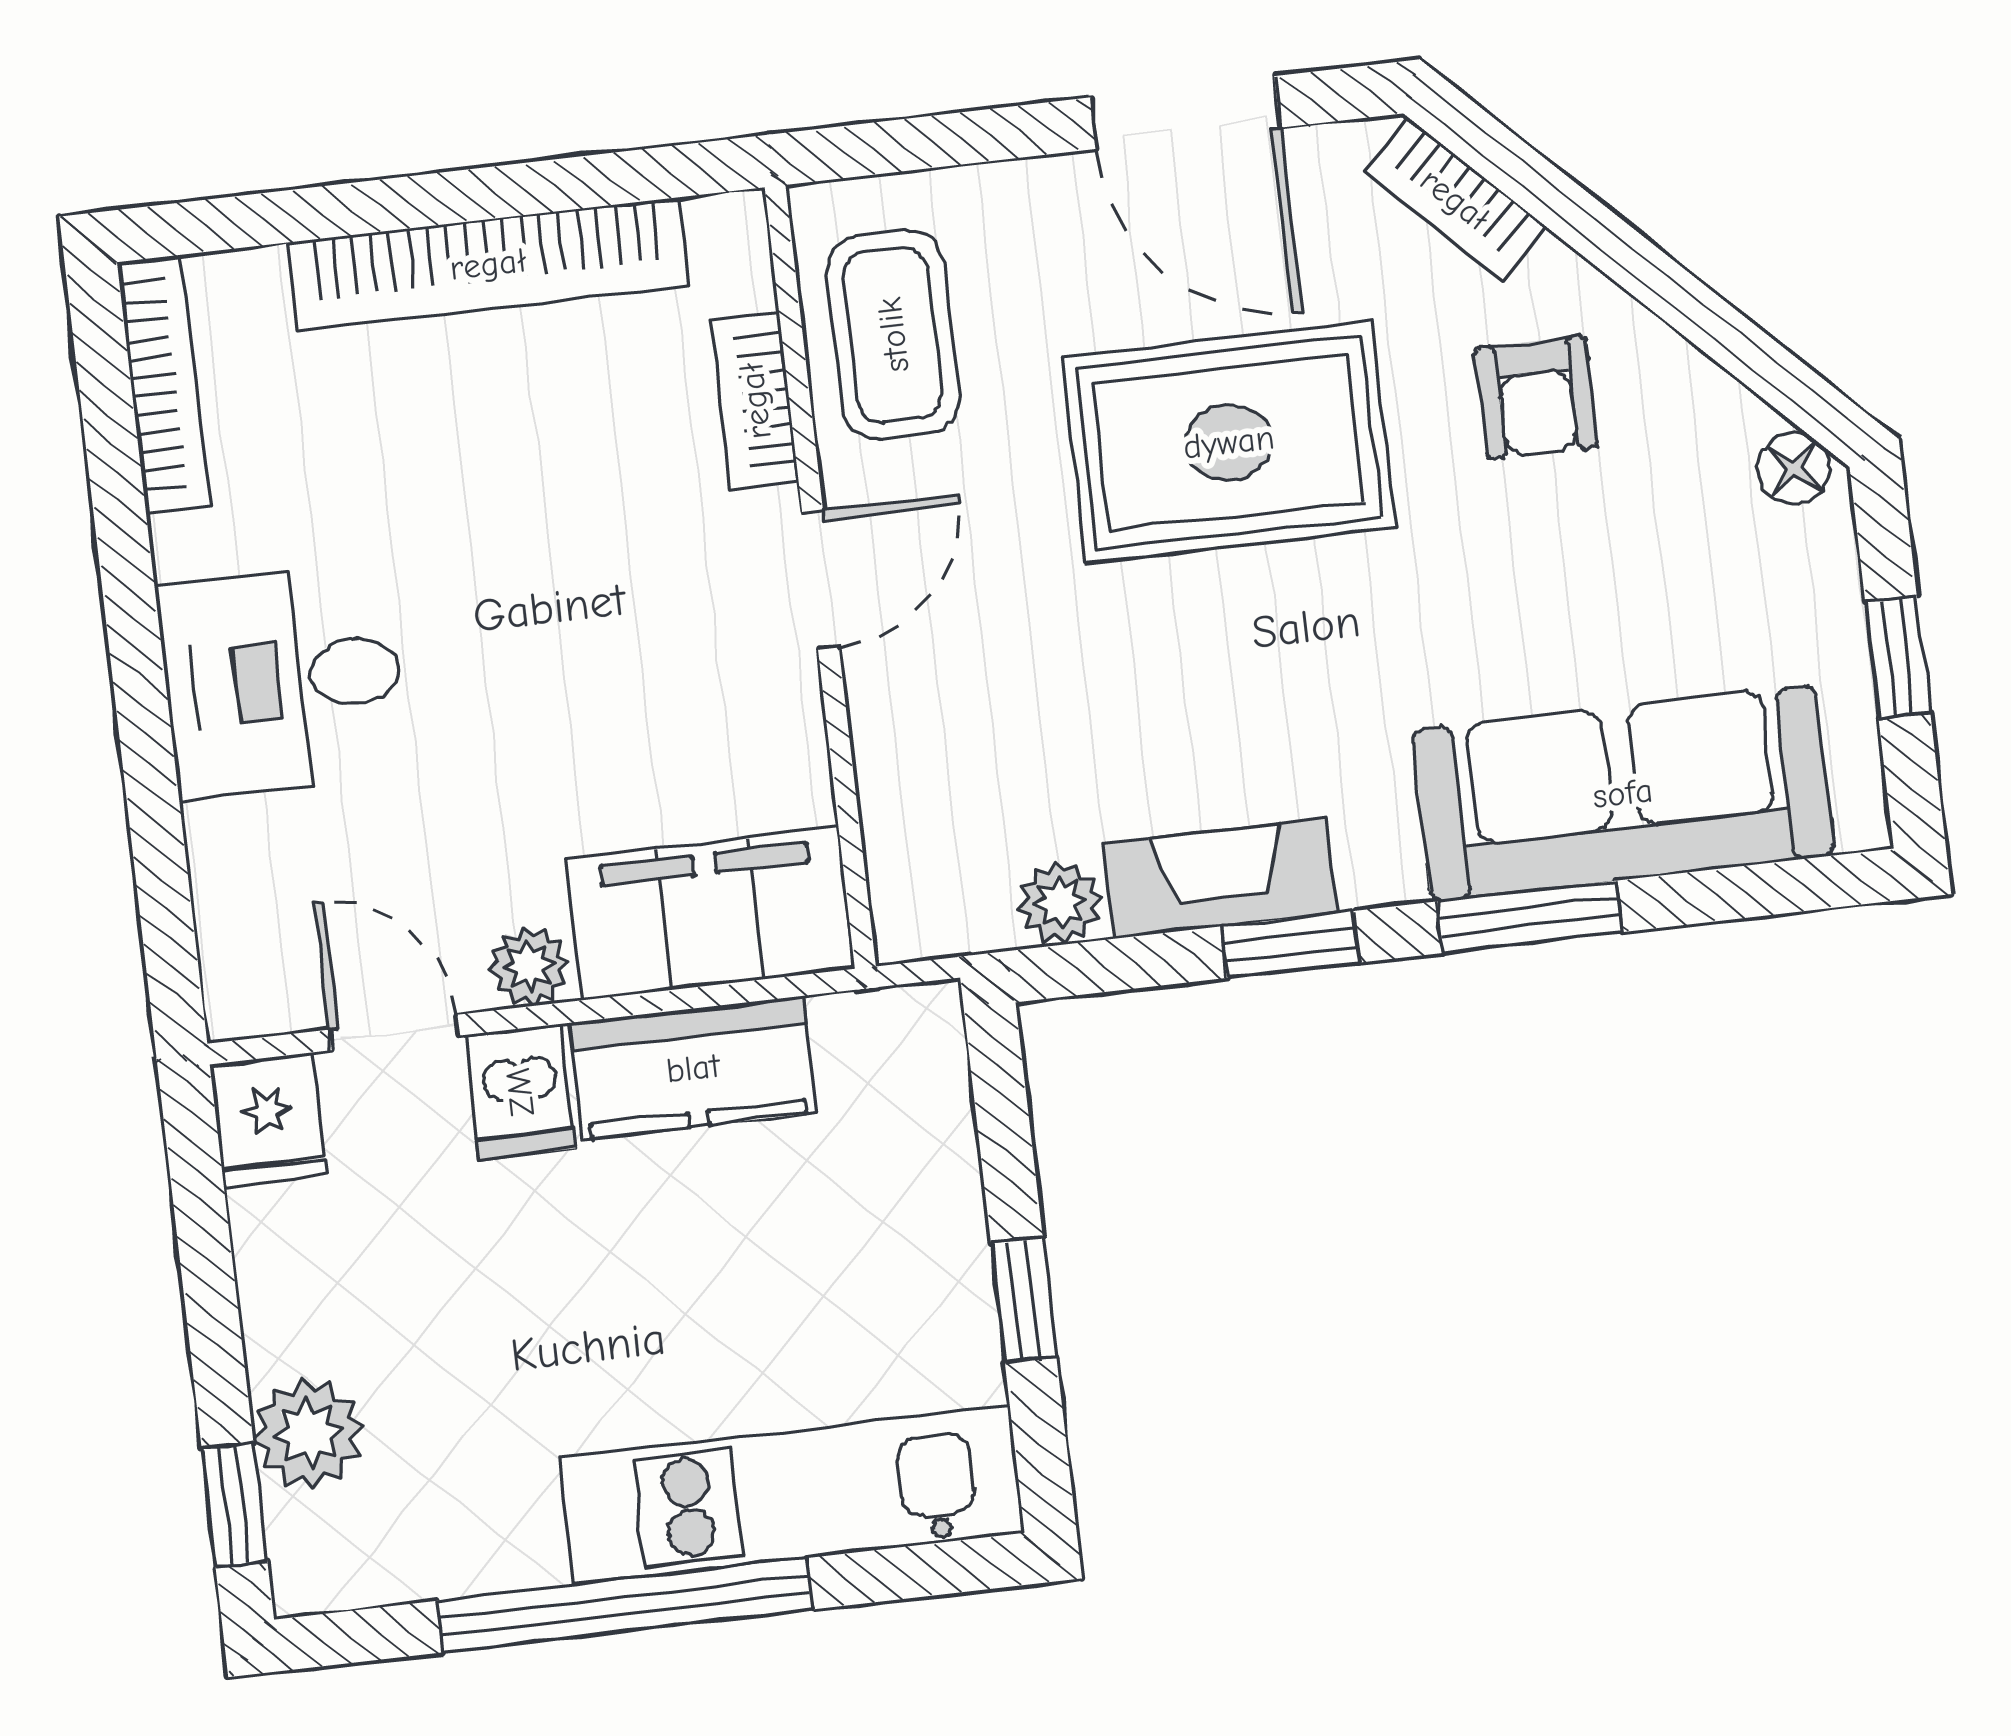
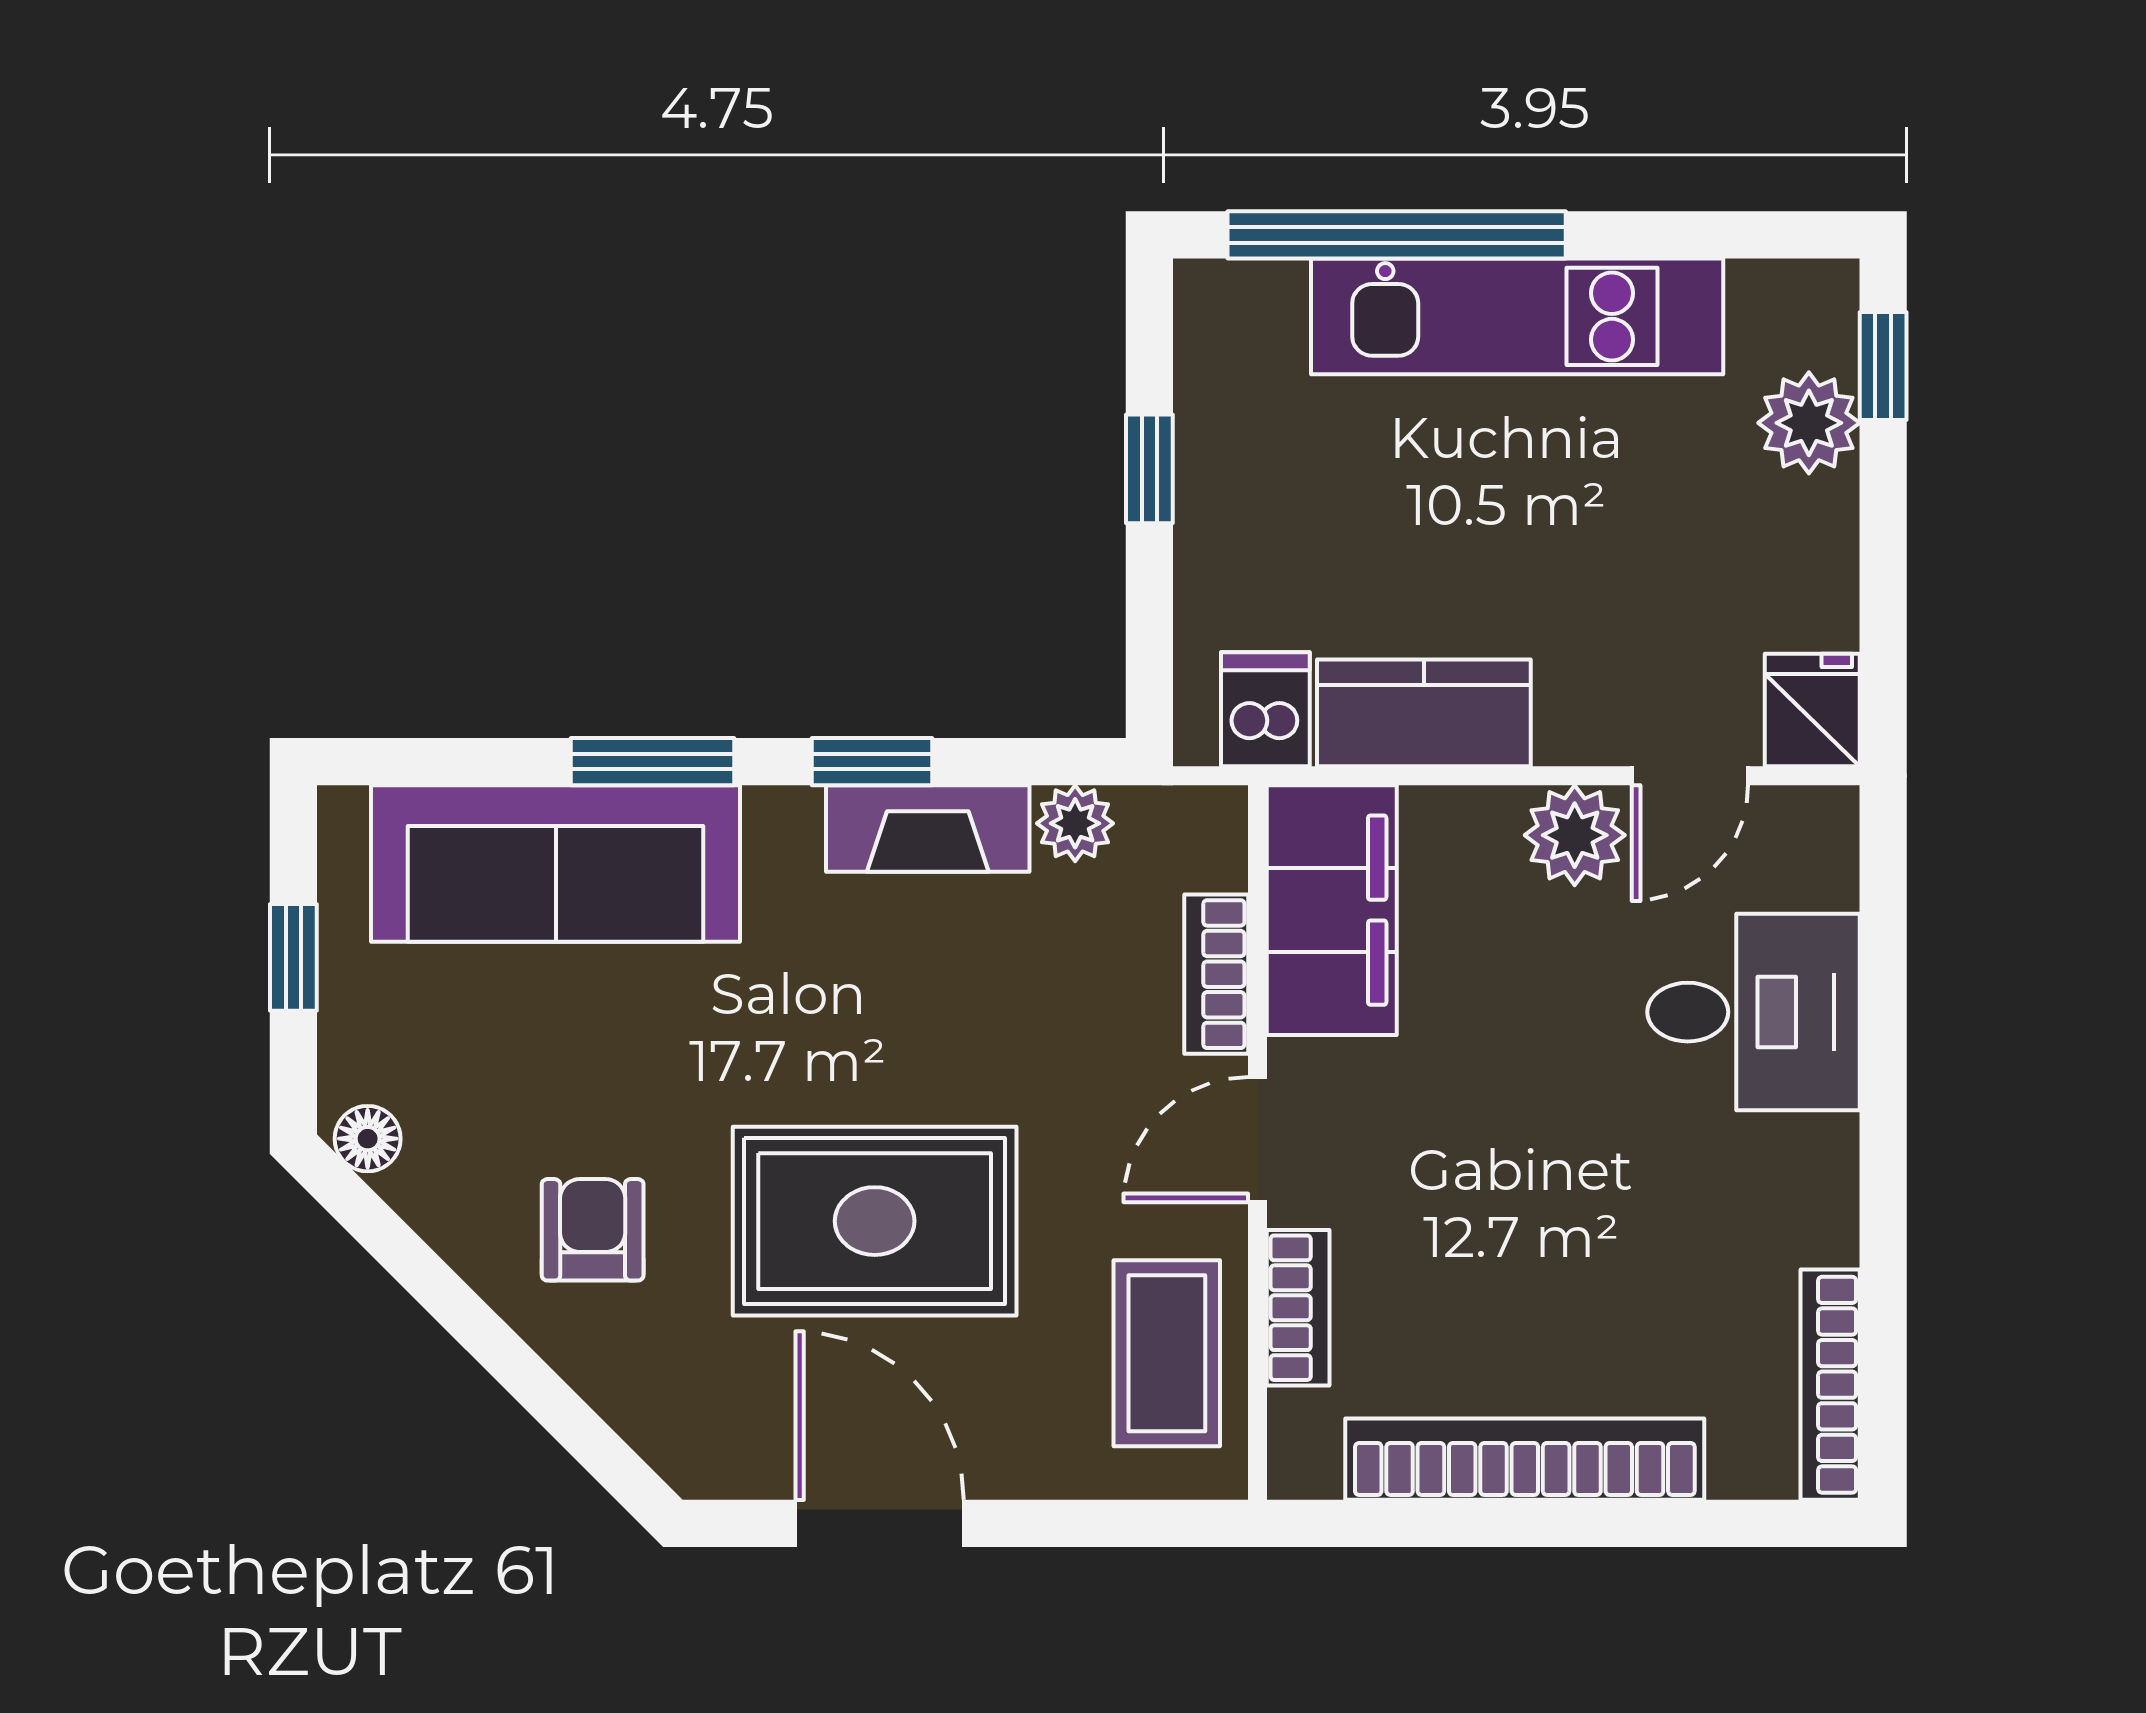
bookcase: (1455, 199) -> (1216, 974), moved, turned -135
desk: (283, 680) -> (1753, 1012), moved
filing cabinet: (710, 914) -> (1332, 910), moved, turned -90
plant: (529, 966) -> (1575, 835), width x1.38, depth x1.38
door: (394, 1033) -> (1690, 776), hinge flipped
dishwasher: (520, 1092) -> (1265, 709), moved
kitchen unit: (792, 1495) -> (1517, 316), moved
window: (625, 1605) -> (1397, 235), moved

